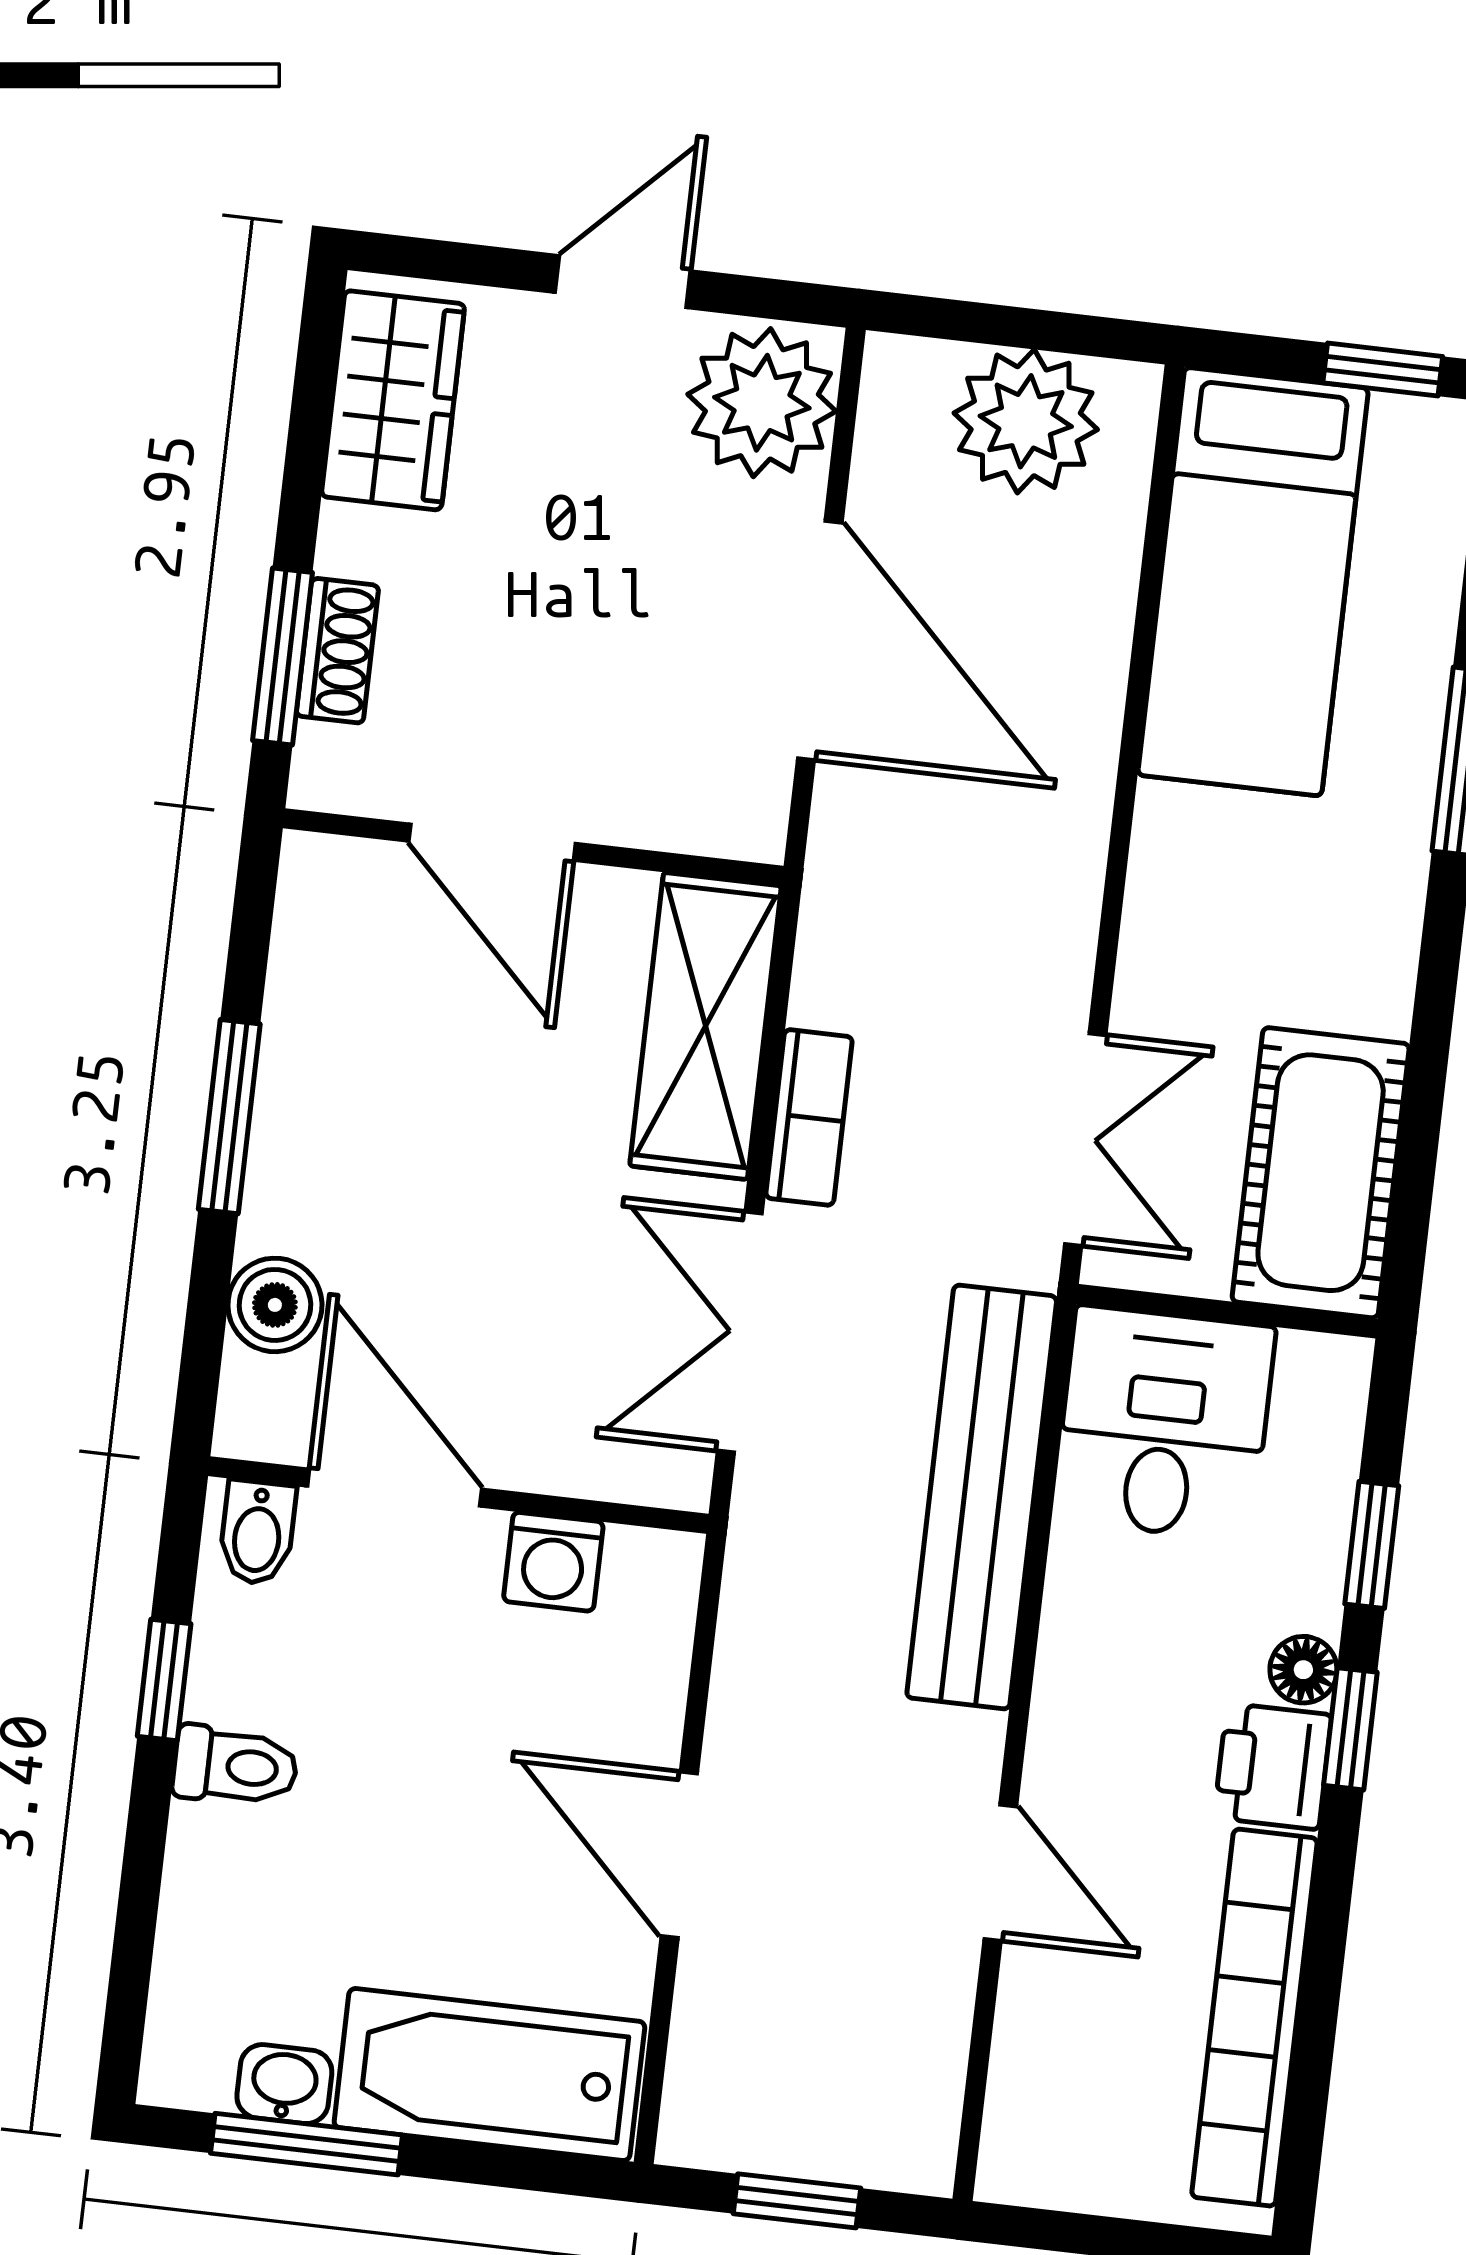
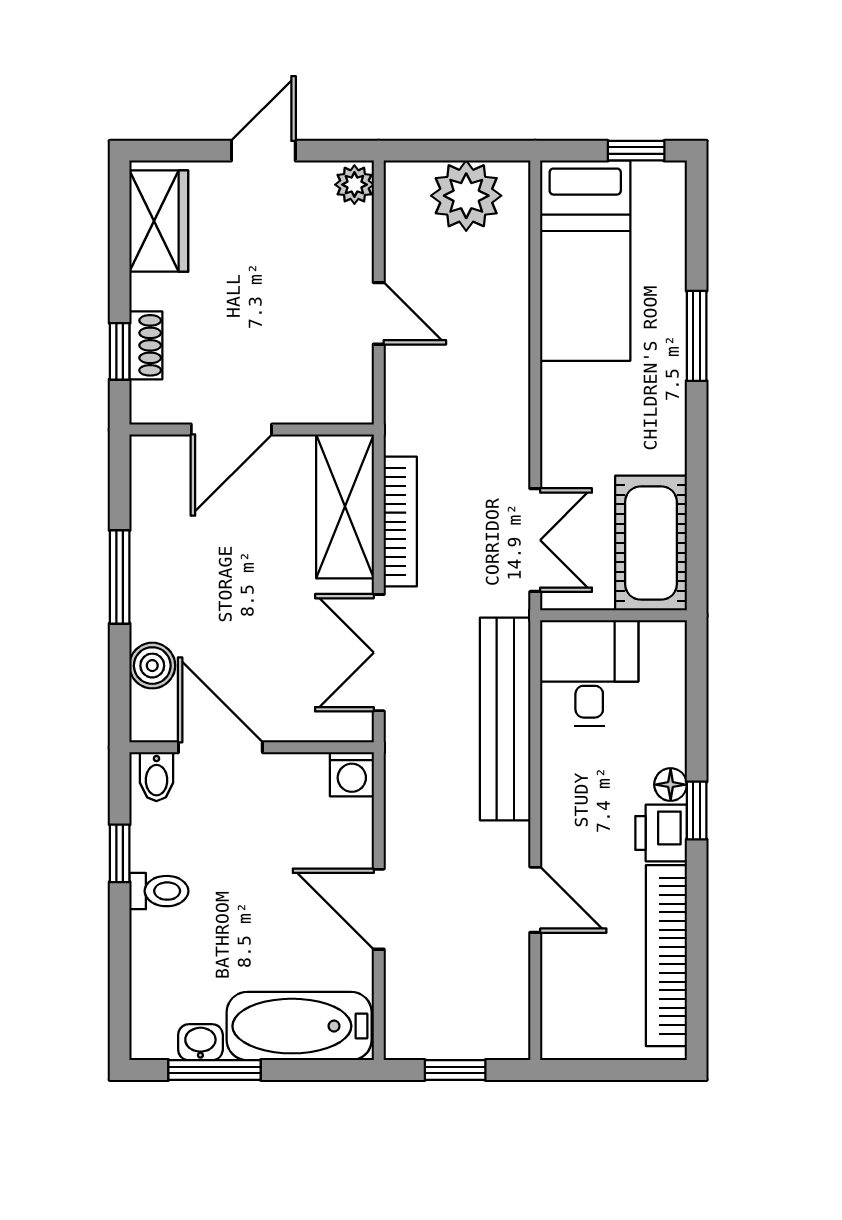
plant: (762, 403) -> (354, 185), width x0.53, depth x0.53
door: (820, 640) -> (379, 313), width x0.53
window: (283, 657) -> (120, 351), width x0.67
door: (492, 842) -> (231, 429), hinge flipped
bookcase: (809, 1117) -> (400, 522), width x1.56
window: (1372, 1545) -> (697, 720), removed
washing machine: (553, 1562) -> (352, 774), moved

